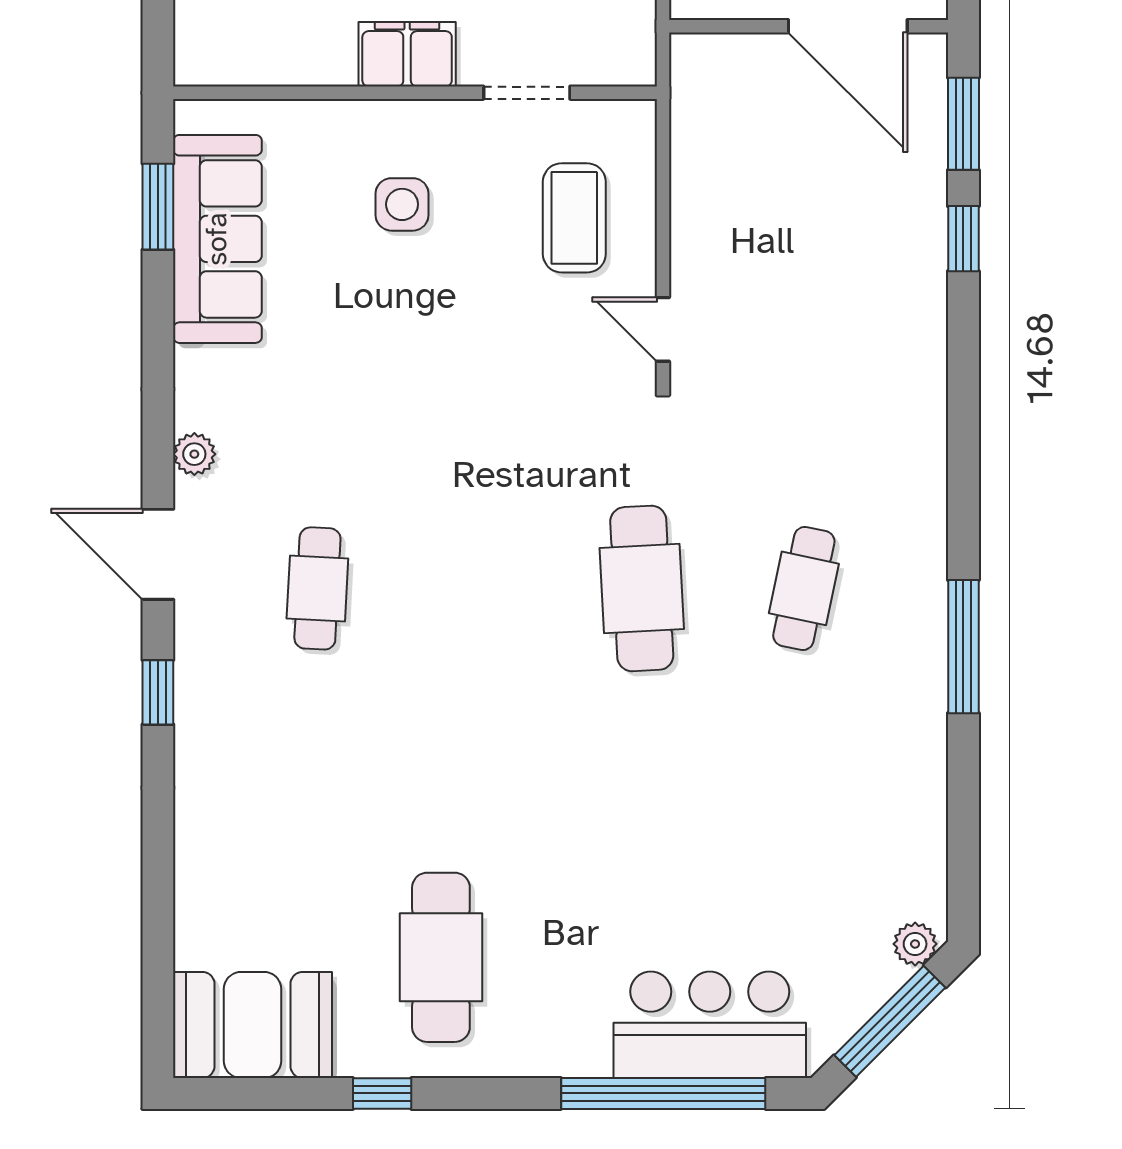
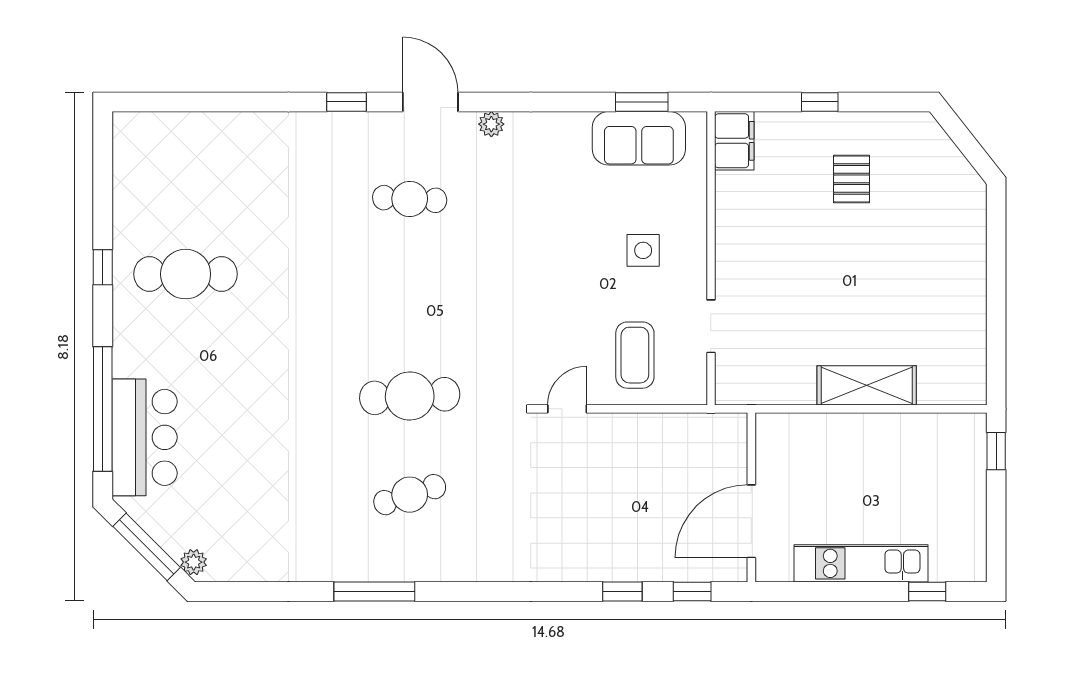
filing cabinet: (407, 54) -> (734, 141), moved
window: (963, 124) -> (692, 592), width x0.67
coffee table: (574, 218) -> (635, 355), turned 90
sofa: (217, 239) -> (639, 138), width x0.73
door: (158, 554) -> (430, 102), hinge flipped
cafe table: (804, 588) -> (410, 495), turned -30
booth: (253, 1025) -> (144, 160), removed
window: (382, 1093) -> (103, 267), moved

